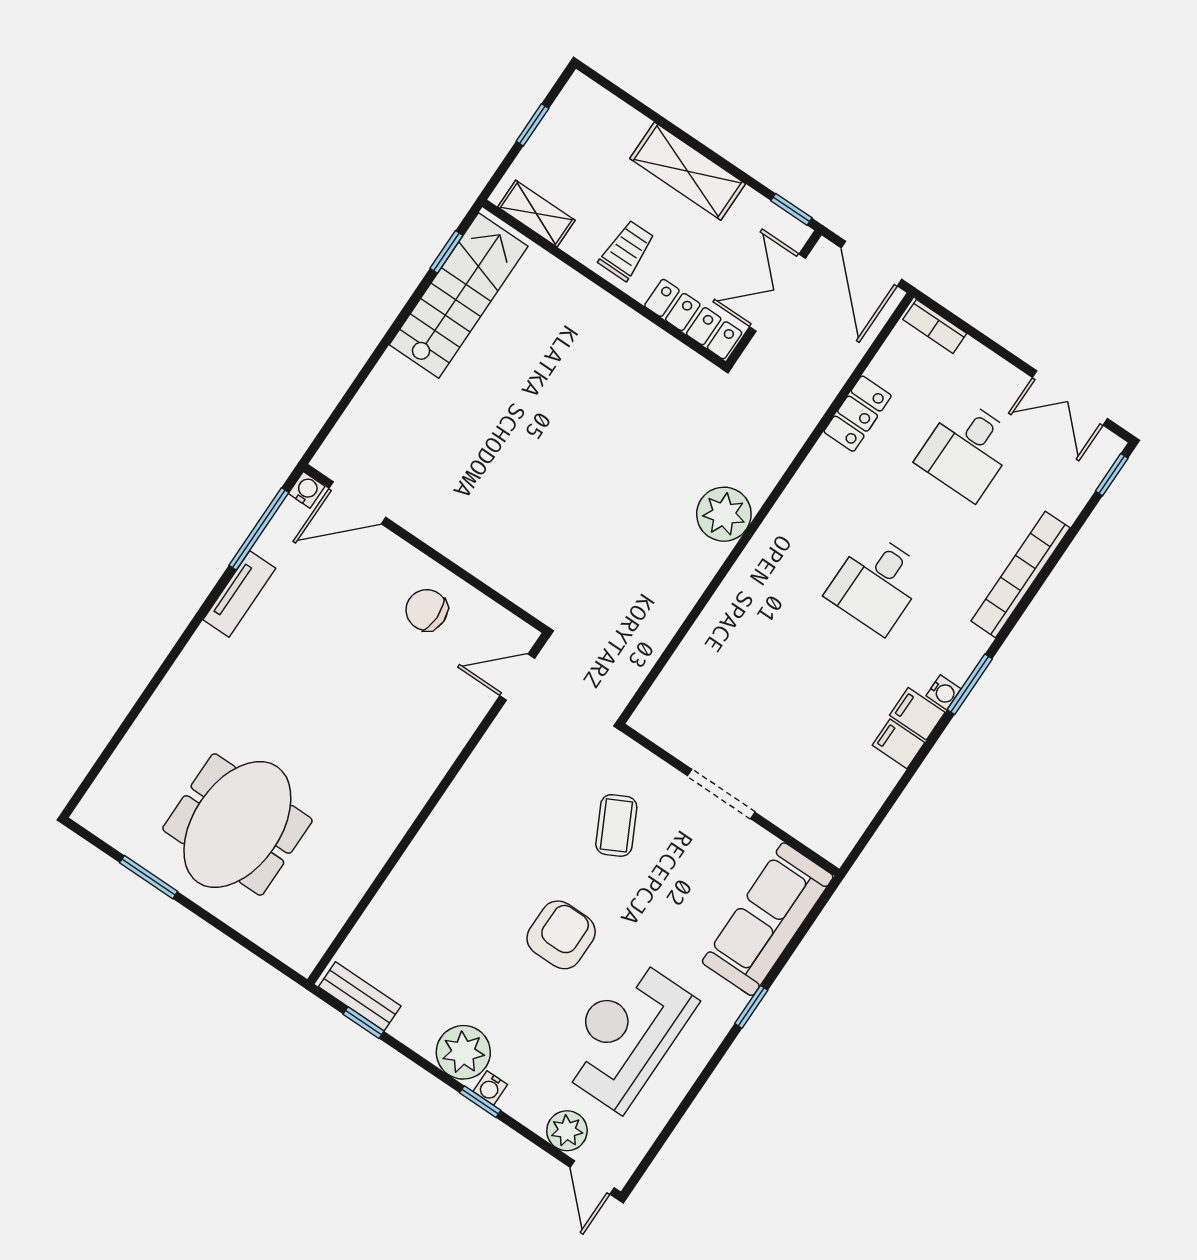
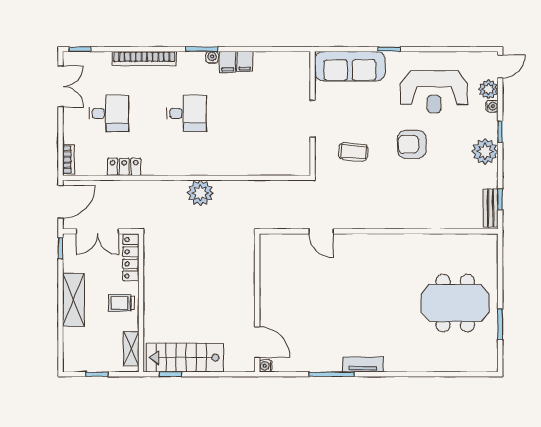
water cooler: (307, 490) -> (266, 366), moved
door: (357, 503) -> (257, 342), moved
wall: (425, 549) -> (257, 303), moved
chair: (427, 610) -> (319, 286), removed
coffee table: (616, 825) -> (353, 152), turned 32
water cooler: (490, 1088) -> (492, 106), moved

